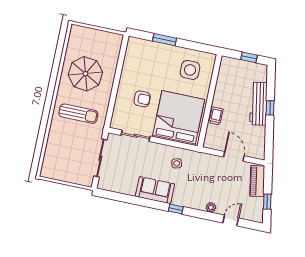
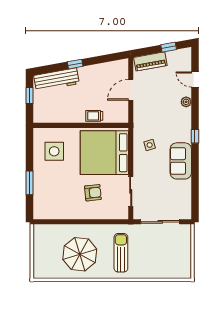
armchair: (142, 99) -> (93, 193), turned 84
workbench: (258, 104) -> (56, 80), moved

